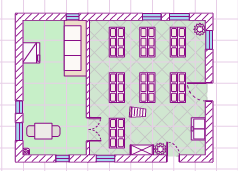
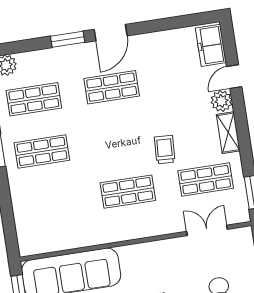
window: (209, 40) -> (68, 39), moved
shop shelf: (117, 42) -> (50, 204), removed
shop shelf: (147, 88) -> (120, 139), removed
freezer: (199, 129) -> (211, 45), moved, turned 90

